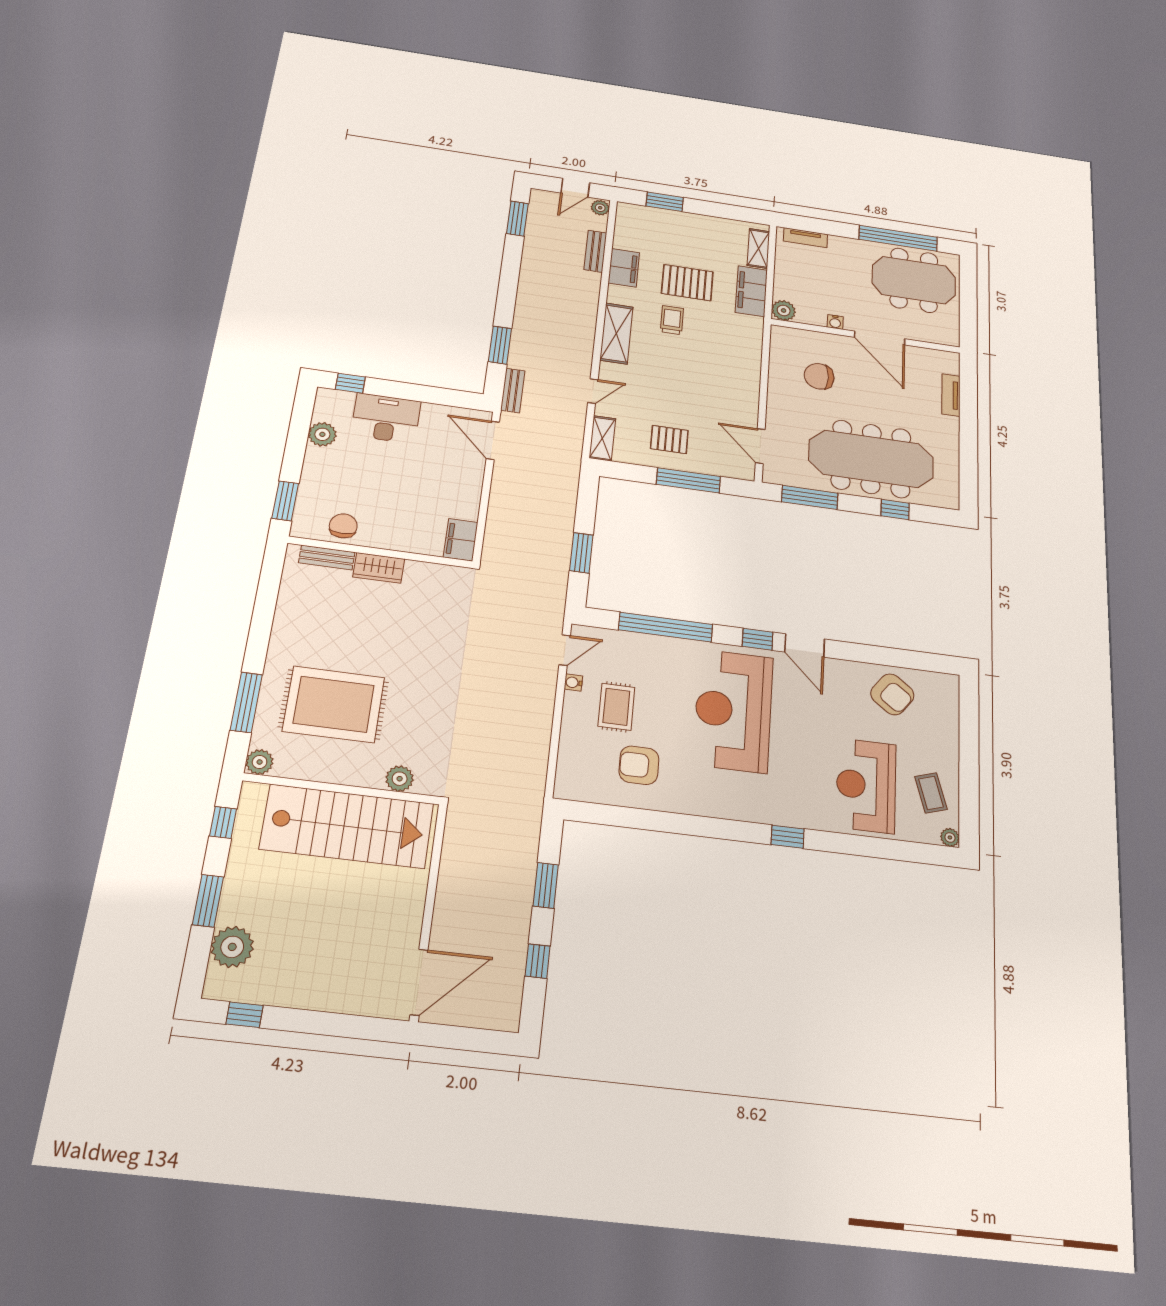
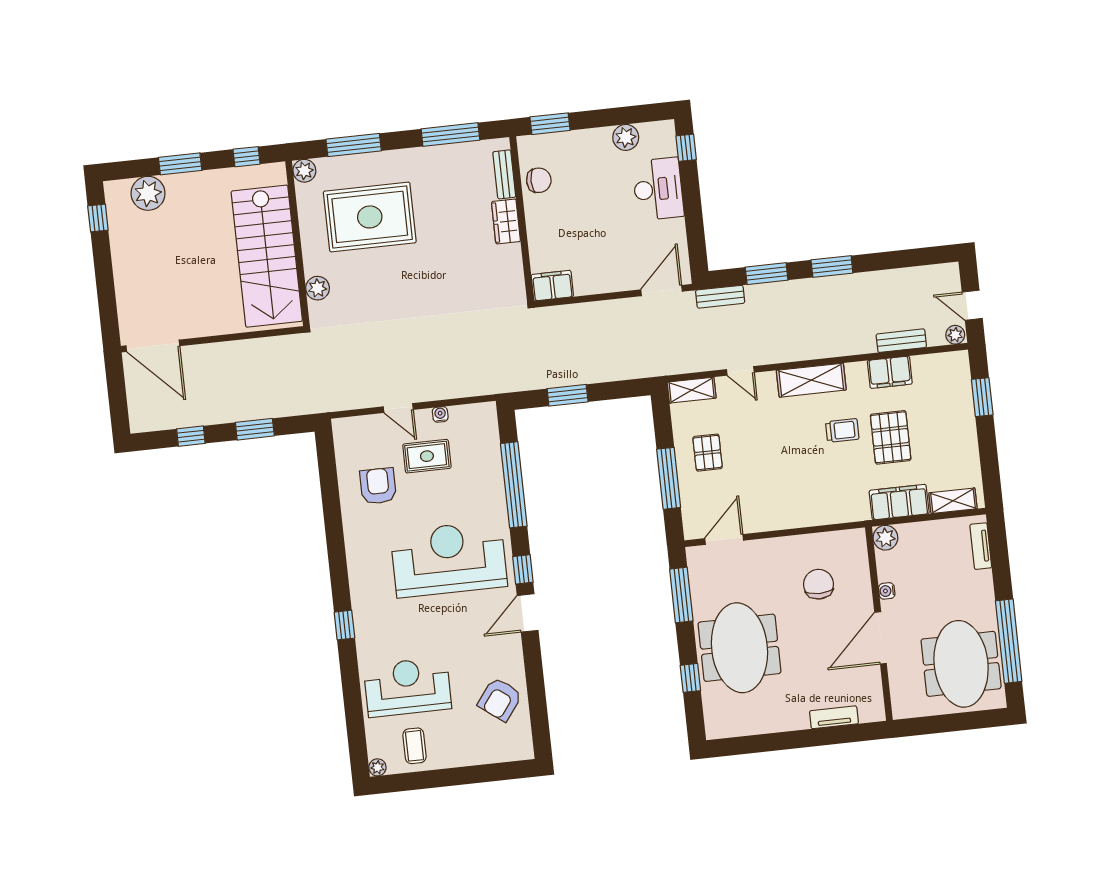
window: (517, 219) -> (832, 266), moved
meeting table: (871, 459) -> (740, 648), width x0.73
window: (266, 600) -> (450, 135), added
door: (565, 650) -> (398, 408), moved
rug: (334, 704) -> (370, 217), turned 90
coffee table: (931, 793) -> (415, 746), turned -73

